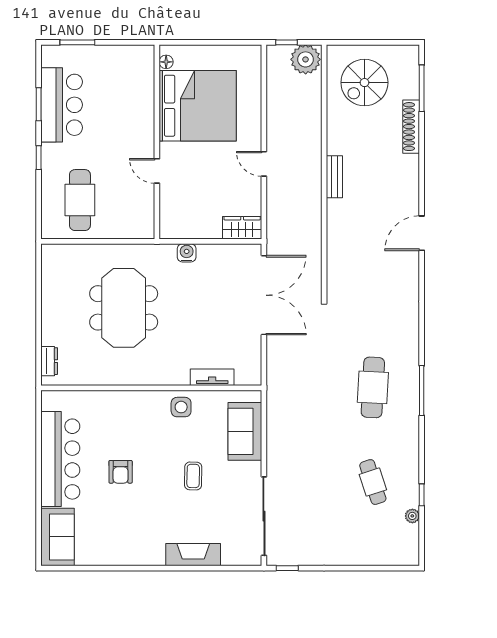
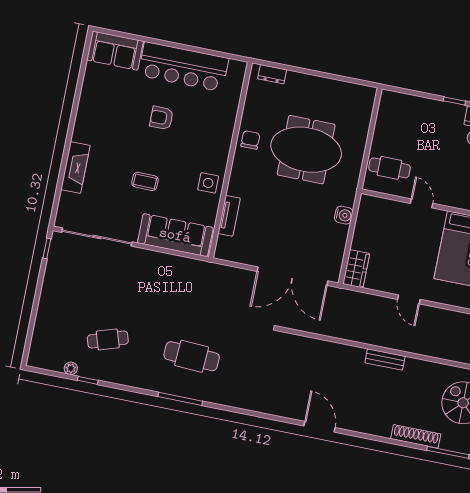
door: (264, 164) -> (409, 299), swing flipped
door: (157, 171) -> (422, 203), hinge flipped
cafe table: (80, 200) -> (390, 168), moved, width x0.73, depth x0.74
chair: (125, 371) -> (250, 140), added
sofa: (245, 431) -> (175, 235), width x1.36

